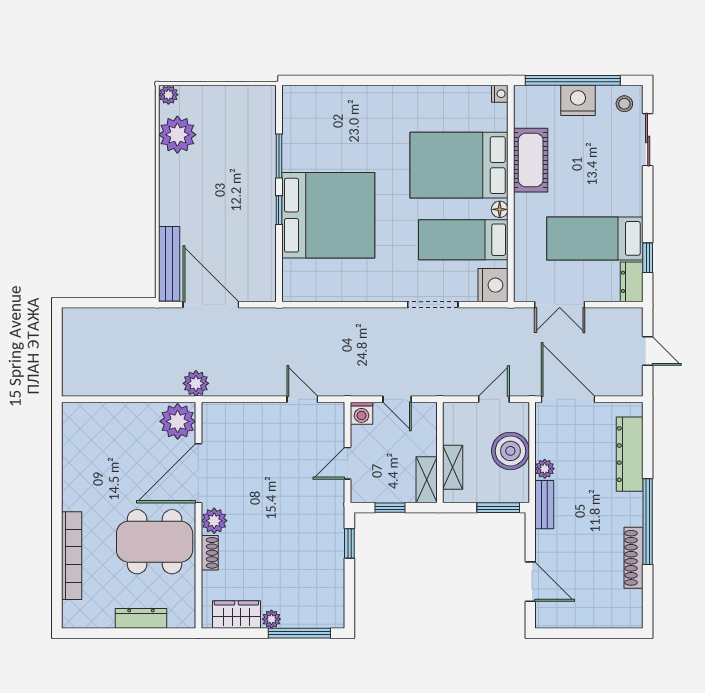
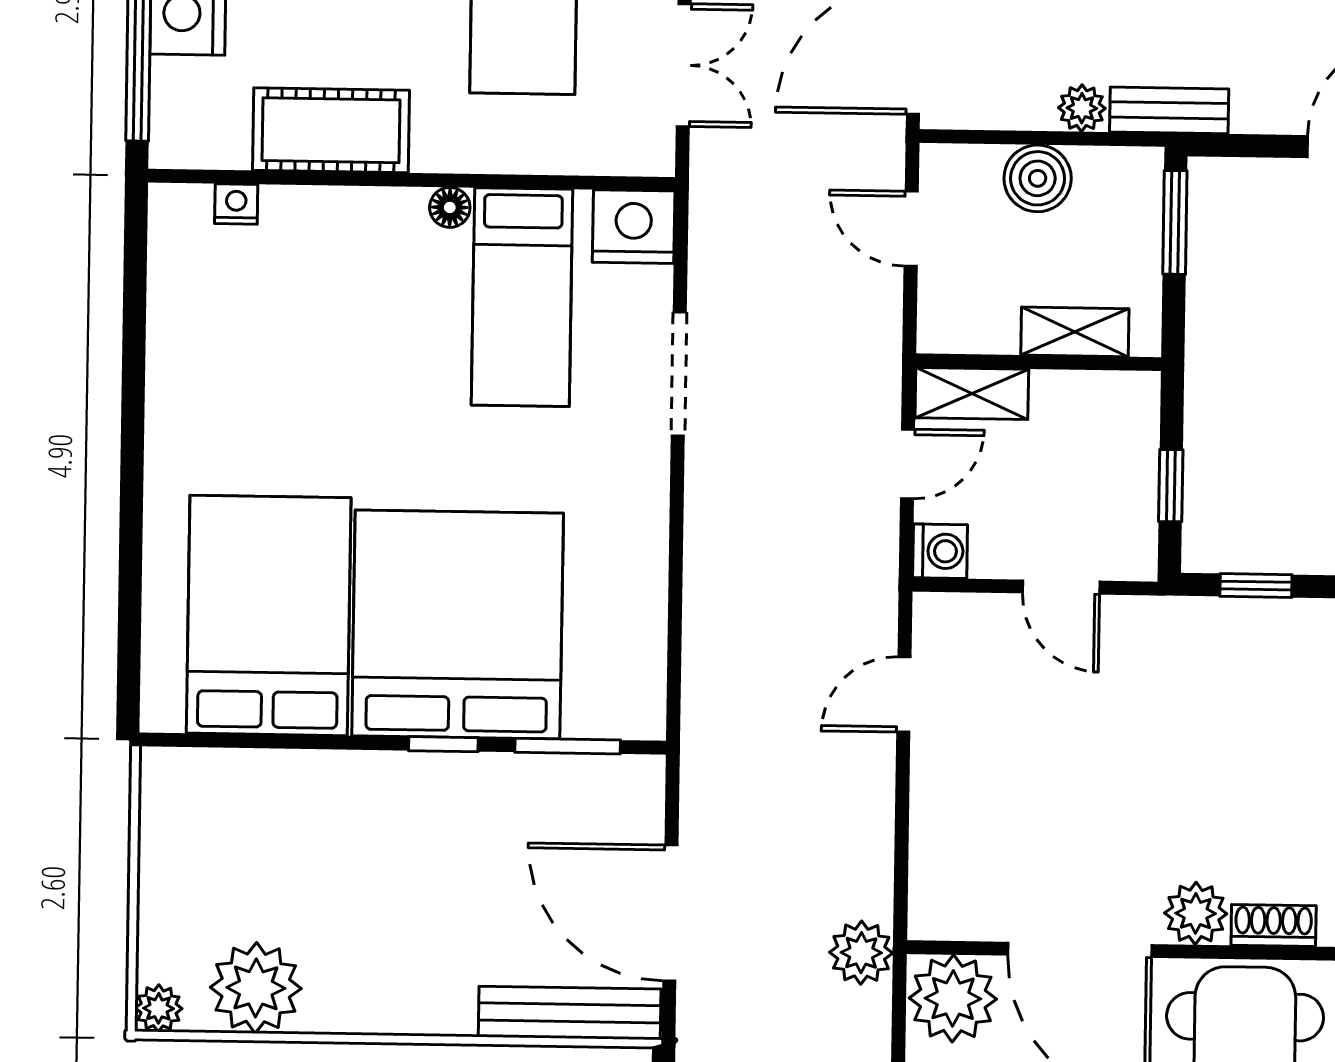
nightstand: (500, 94) -> (236, 204), moved
window: (279, 156) -> (568, 746), moved
bed: (459, 165) -> (269, 615), moved, turned 180
door: (211, 305) -> (670, 913), hinge flipped
boiler: (510, 451) -> (1038, 178), width x0.73, depth x0.73
shelving: (427, 480) -> (972, 393), moved

